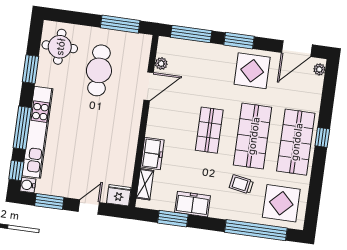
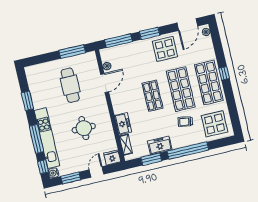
round table: (60, 47) -> (84, 128), moved
window: (256, 230) -> (188, 151), moved

